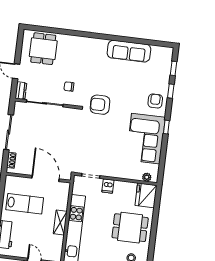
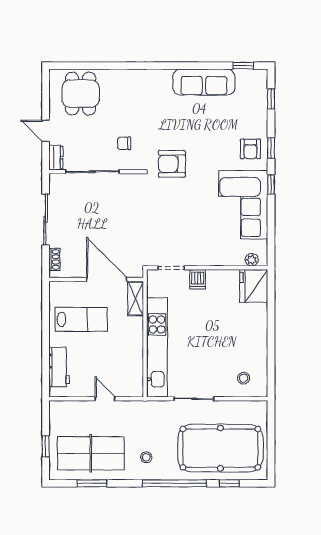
window: (157, 43) -> (243, 66), added
window: (171, 91) -> (271, 148), moved
armchair: (155, 101) -> (250, 149), turned 180
shelving: (60, 222) -> (136, 299), moved
dining table: (130, 228) -> (237, 335), removed

